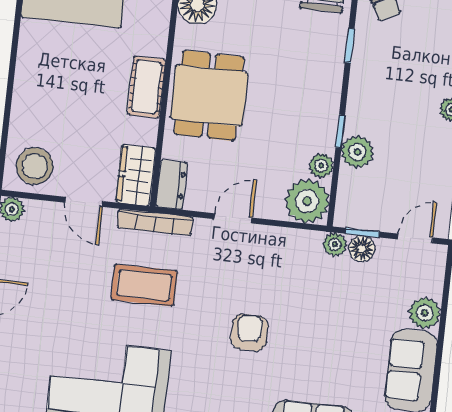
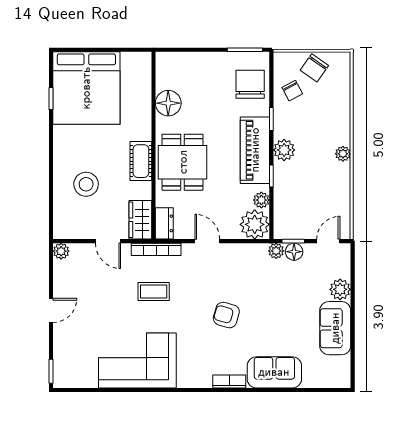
piano: (320, 90) -> (255, 150), added
plant: (357, 152) -> (284, 150), moved
stool: (35, 166) -> (86, 184), moved
door: (233, 218) -> (207, 241), hinge flipped
coffee table: (144, 285) -> (154, 292), width x0.73, depth x0.77
armchair: (249, 333) -> (226, 315), turned -74

